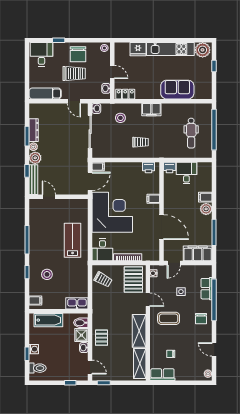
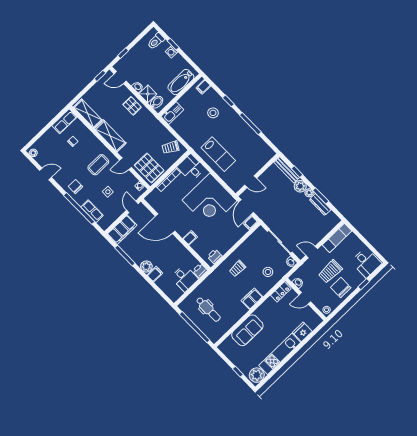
dental chair: (191, 133) -> (208, 309), turned 180
door: (49, 197) -> (251, 182), moved

